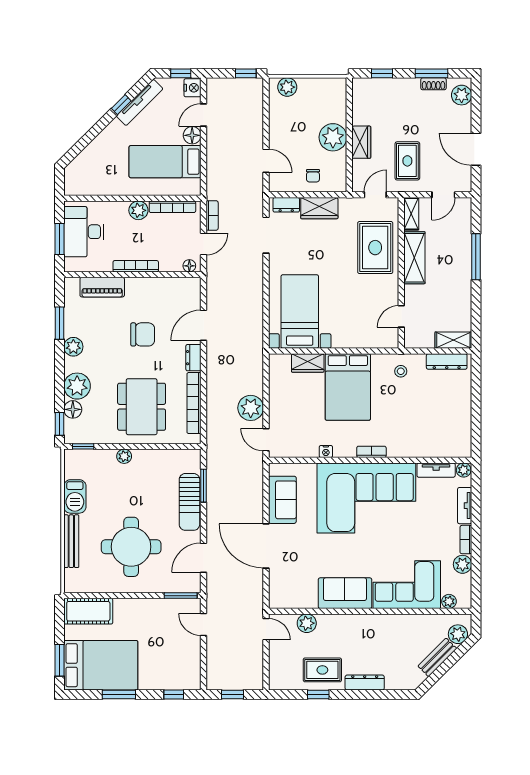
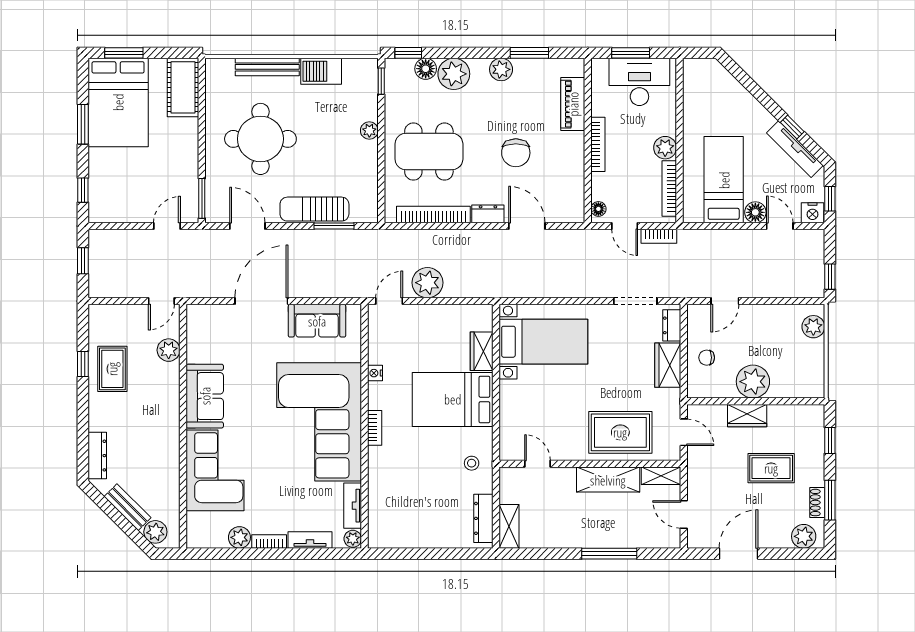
rug: (407, 161) -> (771, 468), moved
plant: (449, 601) -> (195, 521), removed
dresser: (365, 683) -> (97, 456), moved

